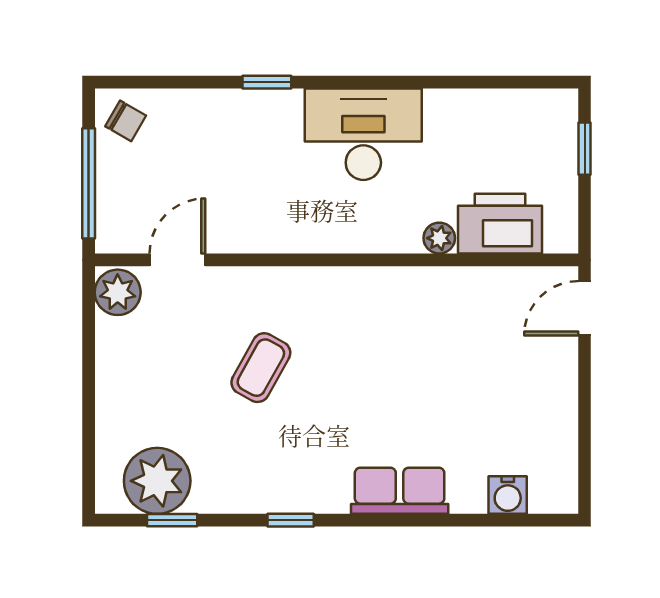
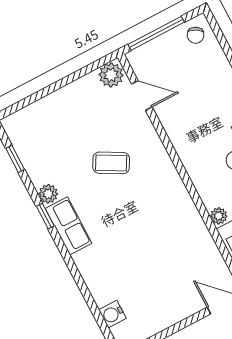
plant: (157, 481) -> (48, 194), moved, width x0.53, depth x0.53
row of seats: (400, 491) -> (69, 226), moved

